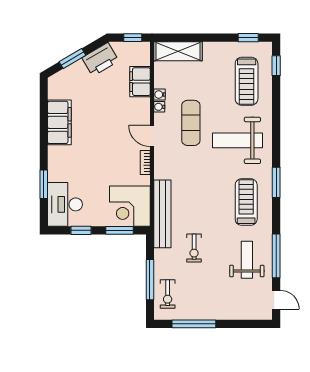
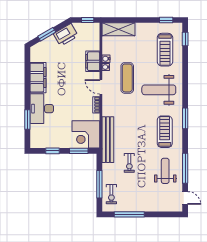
filing cabinet: (140, 82) -> (93, 61), moved
desk: (65, 204) -> (42, 109), moved

